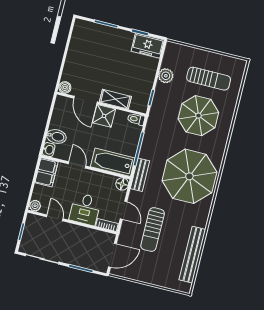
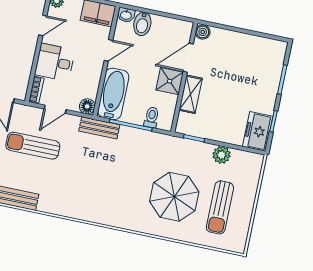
toilet: (136, 119) -> (152, 117), moved
parasol: (189, 176) -> (100, 188), removed

